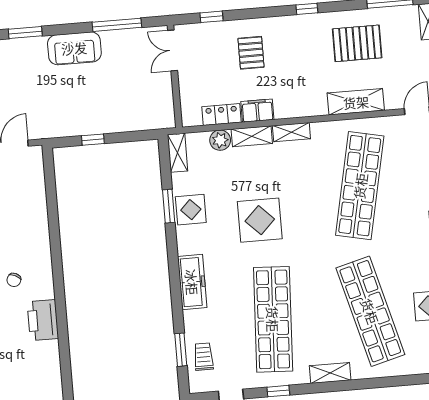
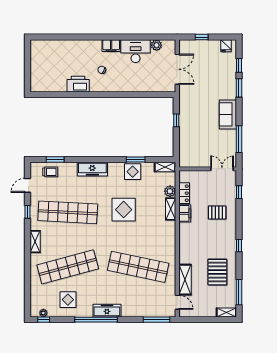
shelving: (356, 102) -> (185, 280), moved
shelving: (291, 132) -> (171, 231), removed

